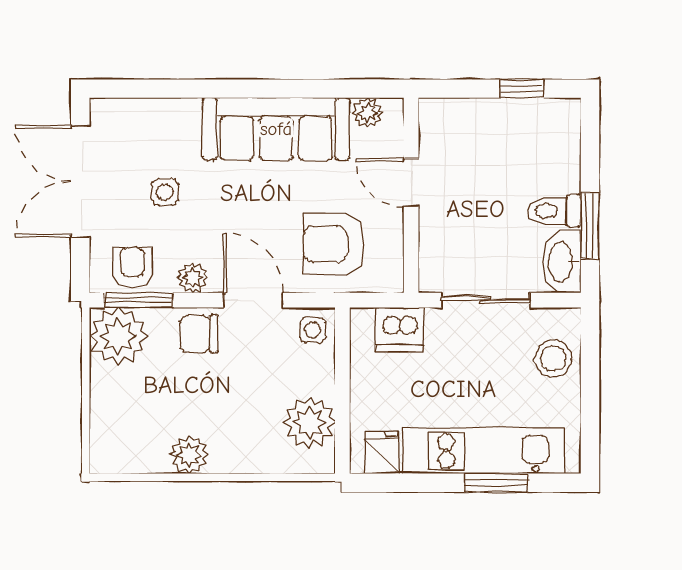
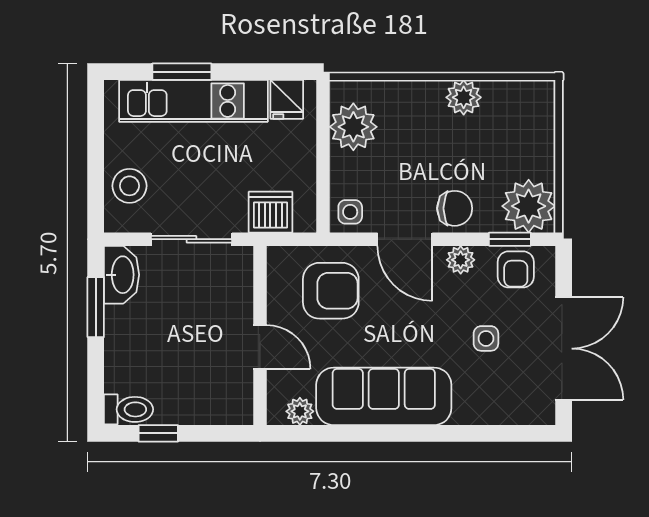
toilet: (554, 211) -> (129, 409), moved
window: (139, 300) -> (510, 239), width x0.67

